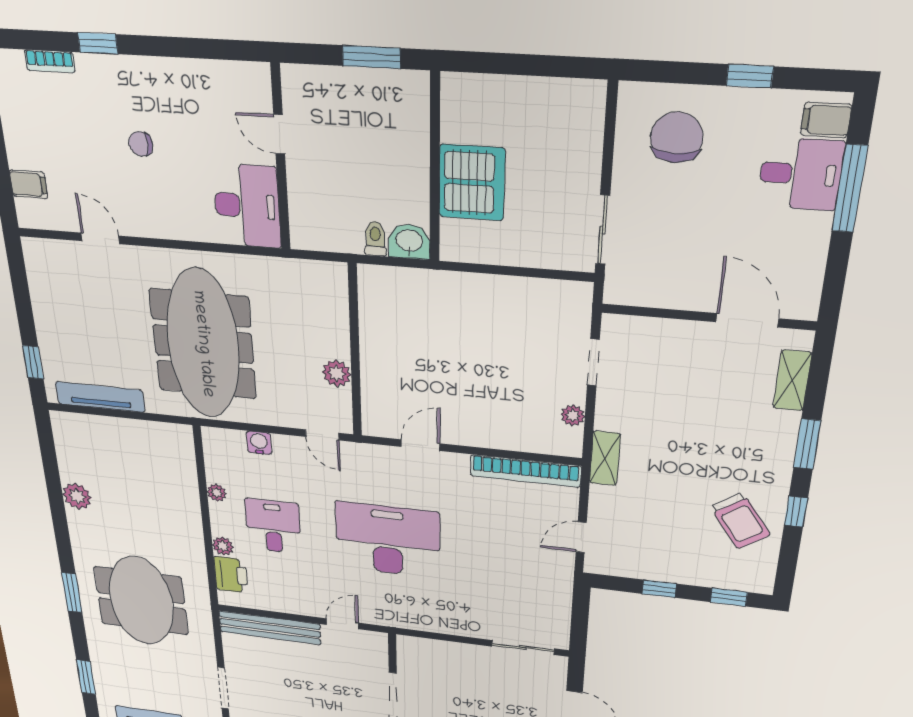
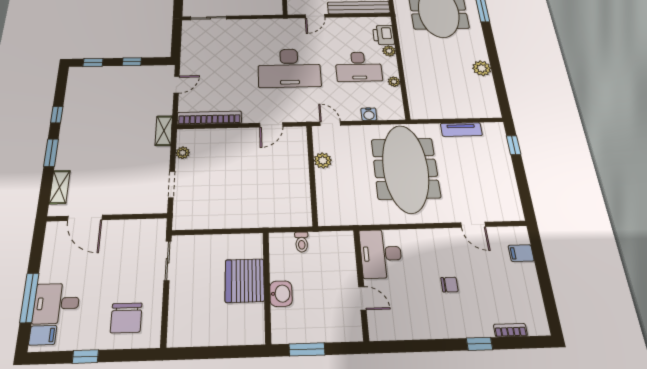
washbasin: (409, 241) -> (281, 294), moved, turned -90
tv unit: (100, 397) -> (461, 129), width x0.71
trolley: (740, 521) -> (87, 106), removed
desk: (273, 526) -> (359, 67), width x1.37

